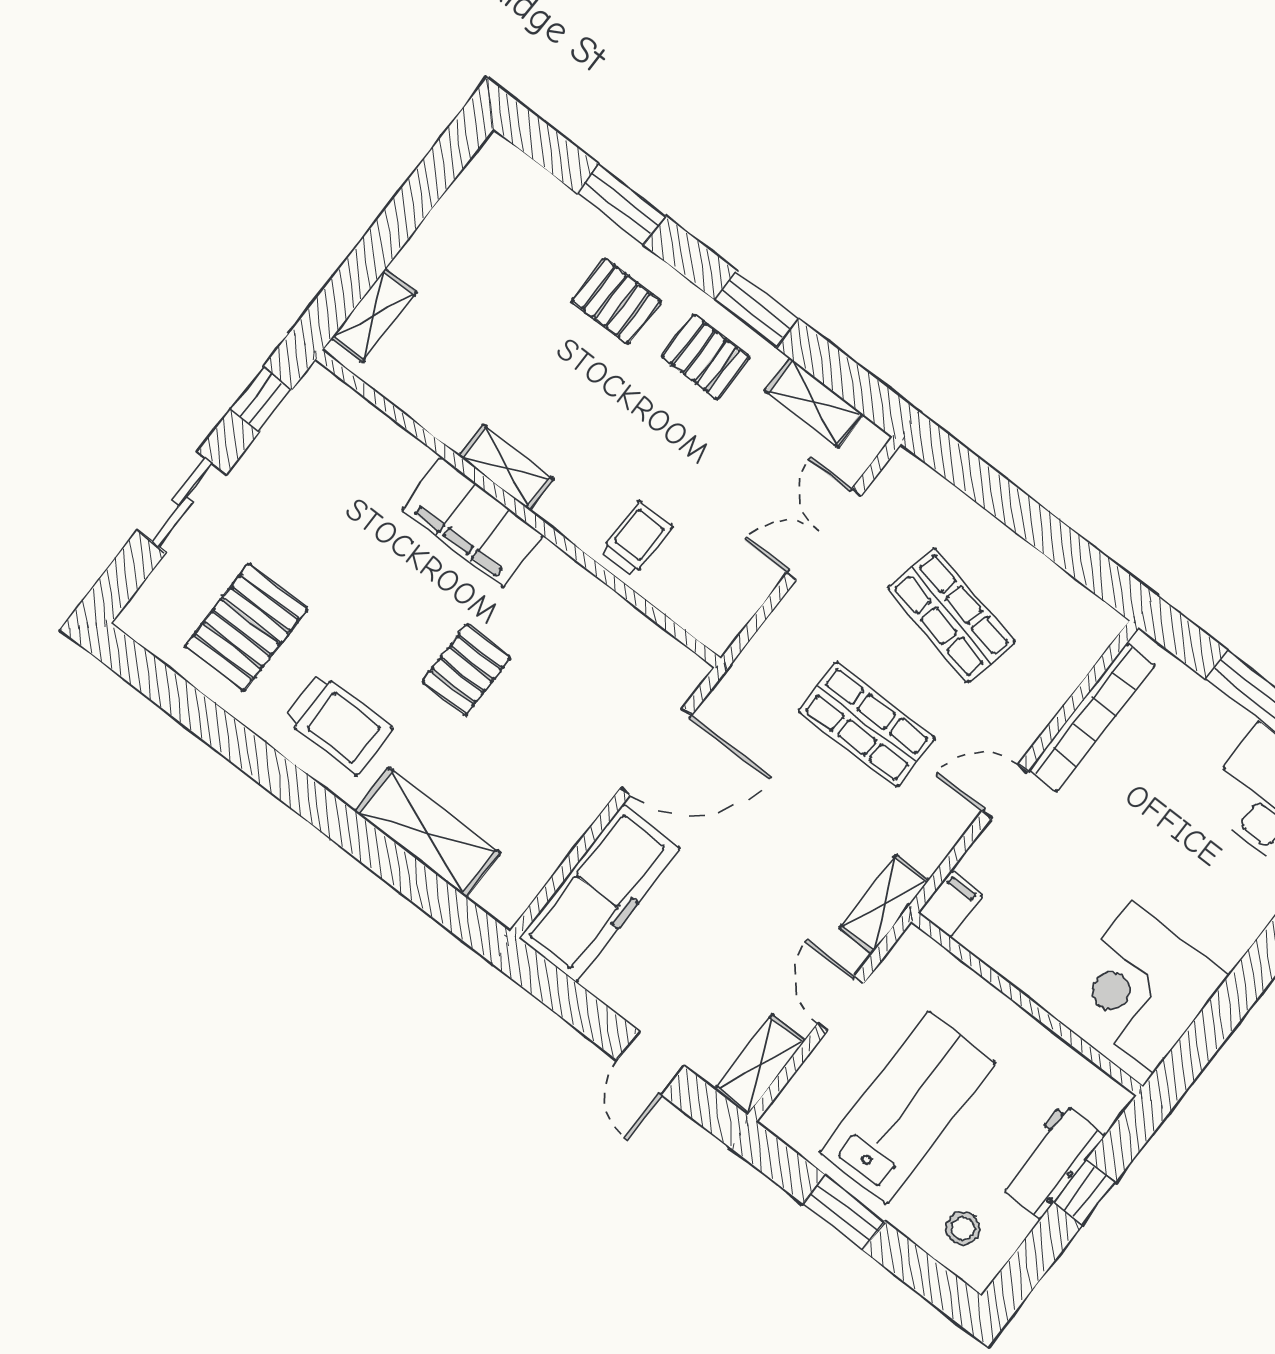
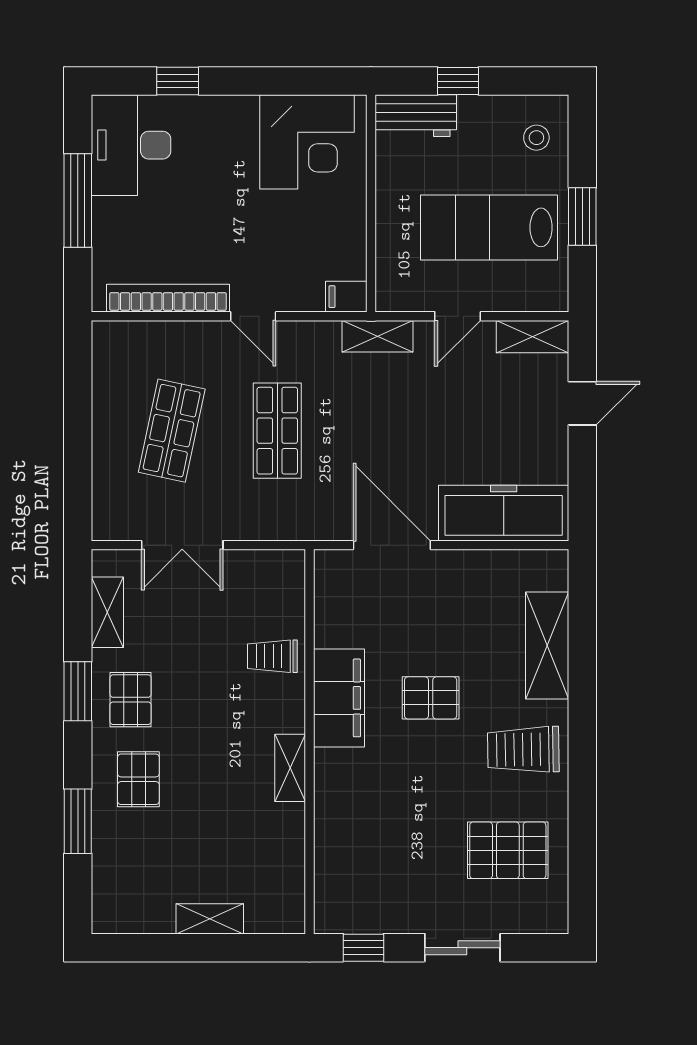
shelving: (374, 316) -> (210, 919), moved
filing cabinet: (473, 523) -> (339, 698), moved
trolley: (338, 724) -> (523, 750), turned -91
workbench: (1051, 1161) -> (416, 116), moved

